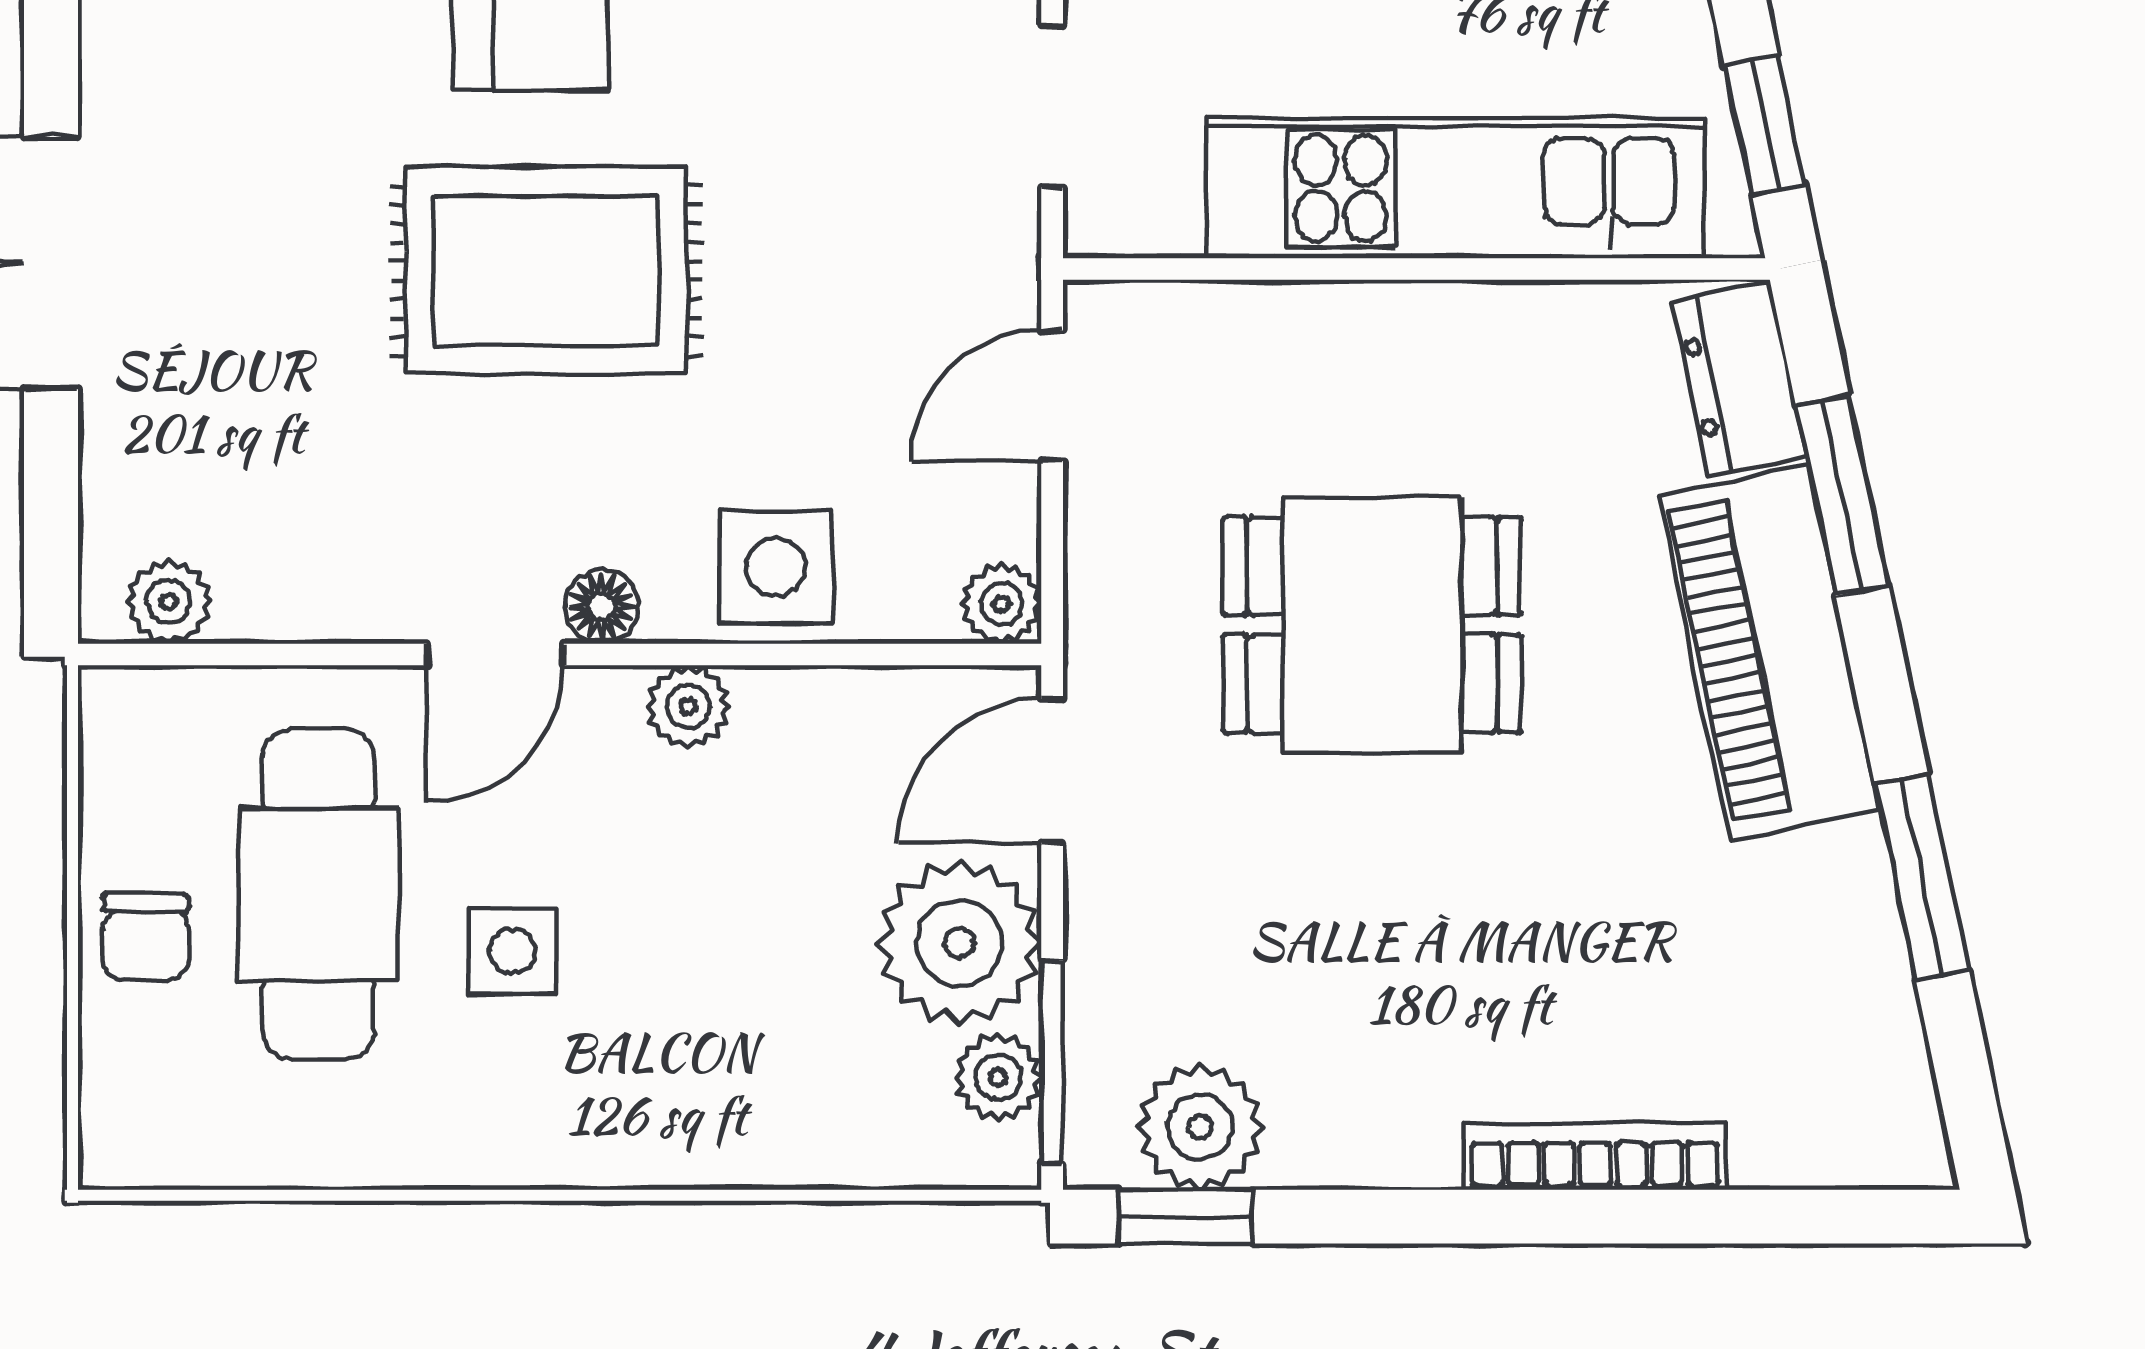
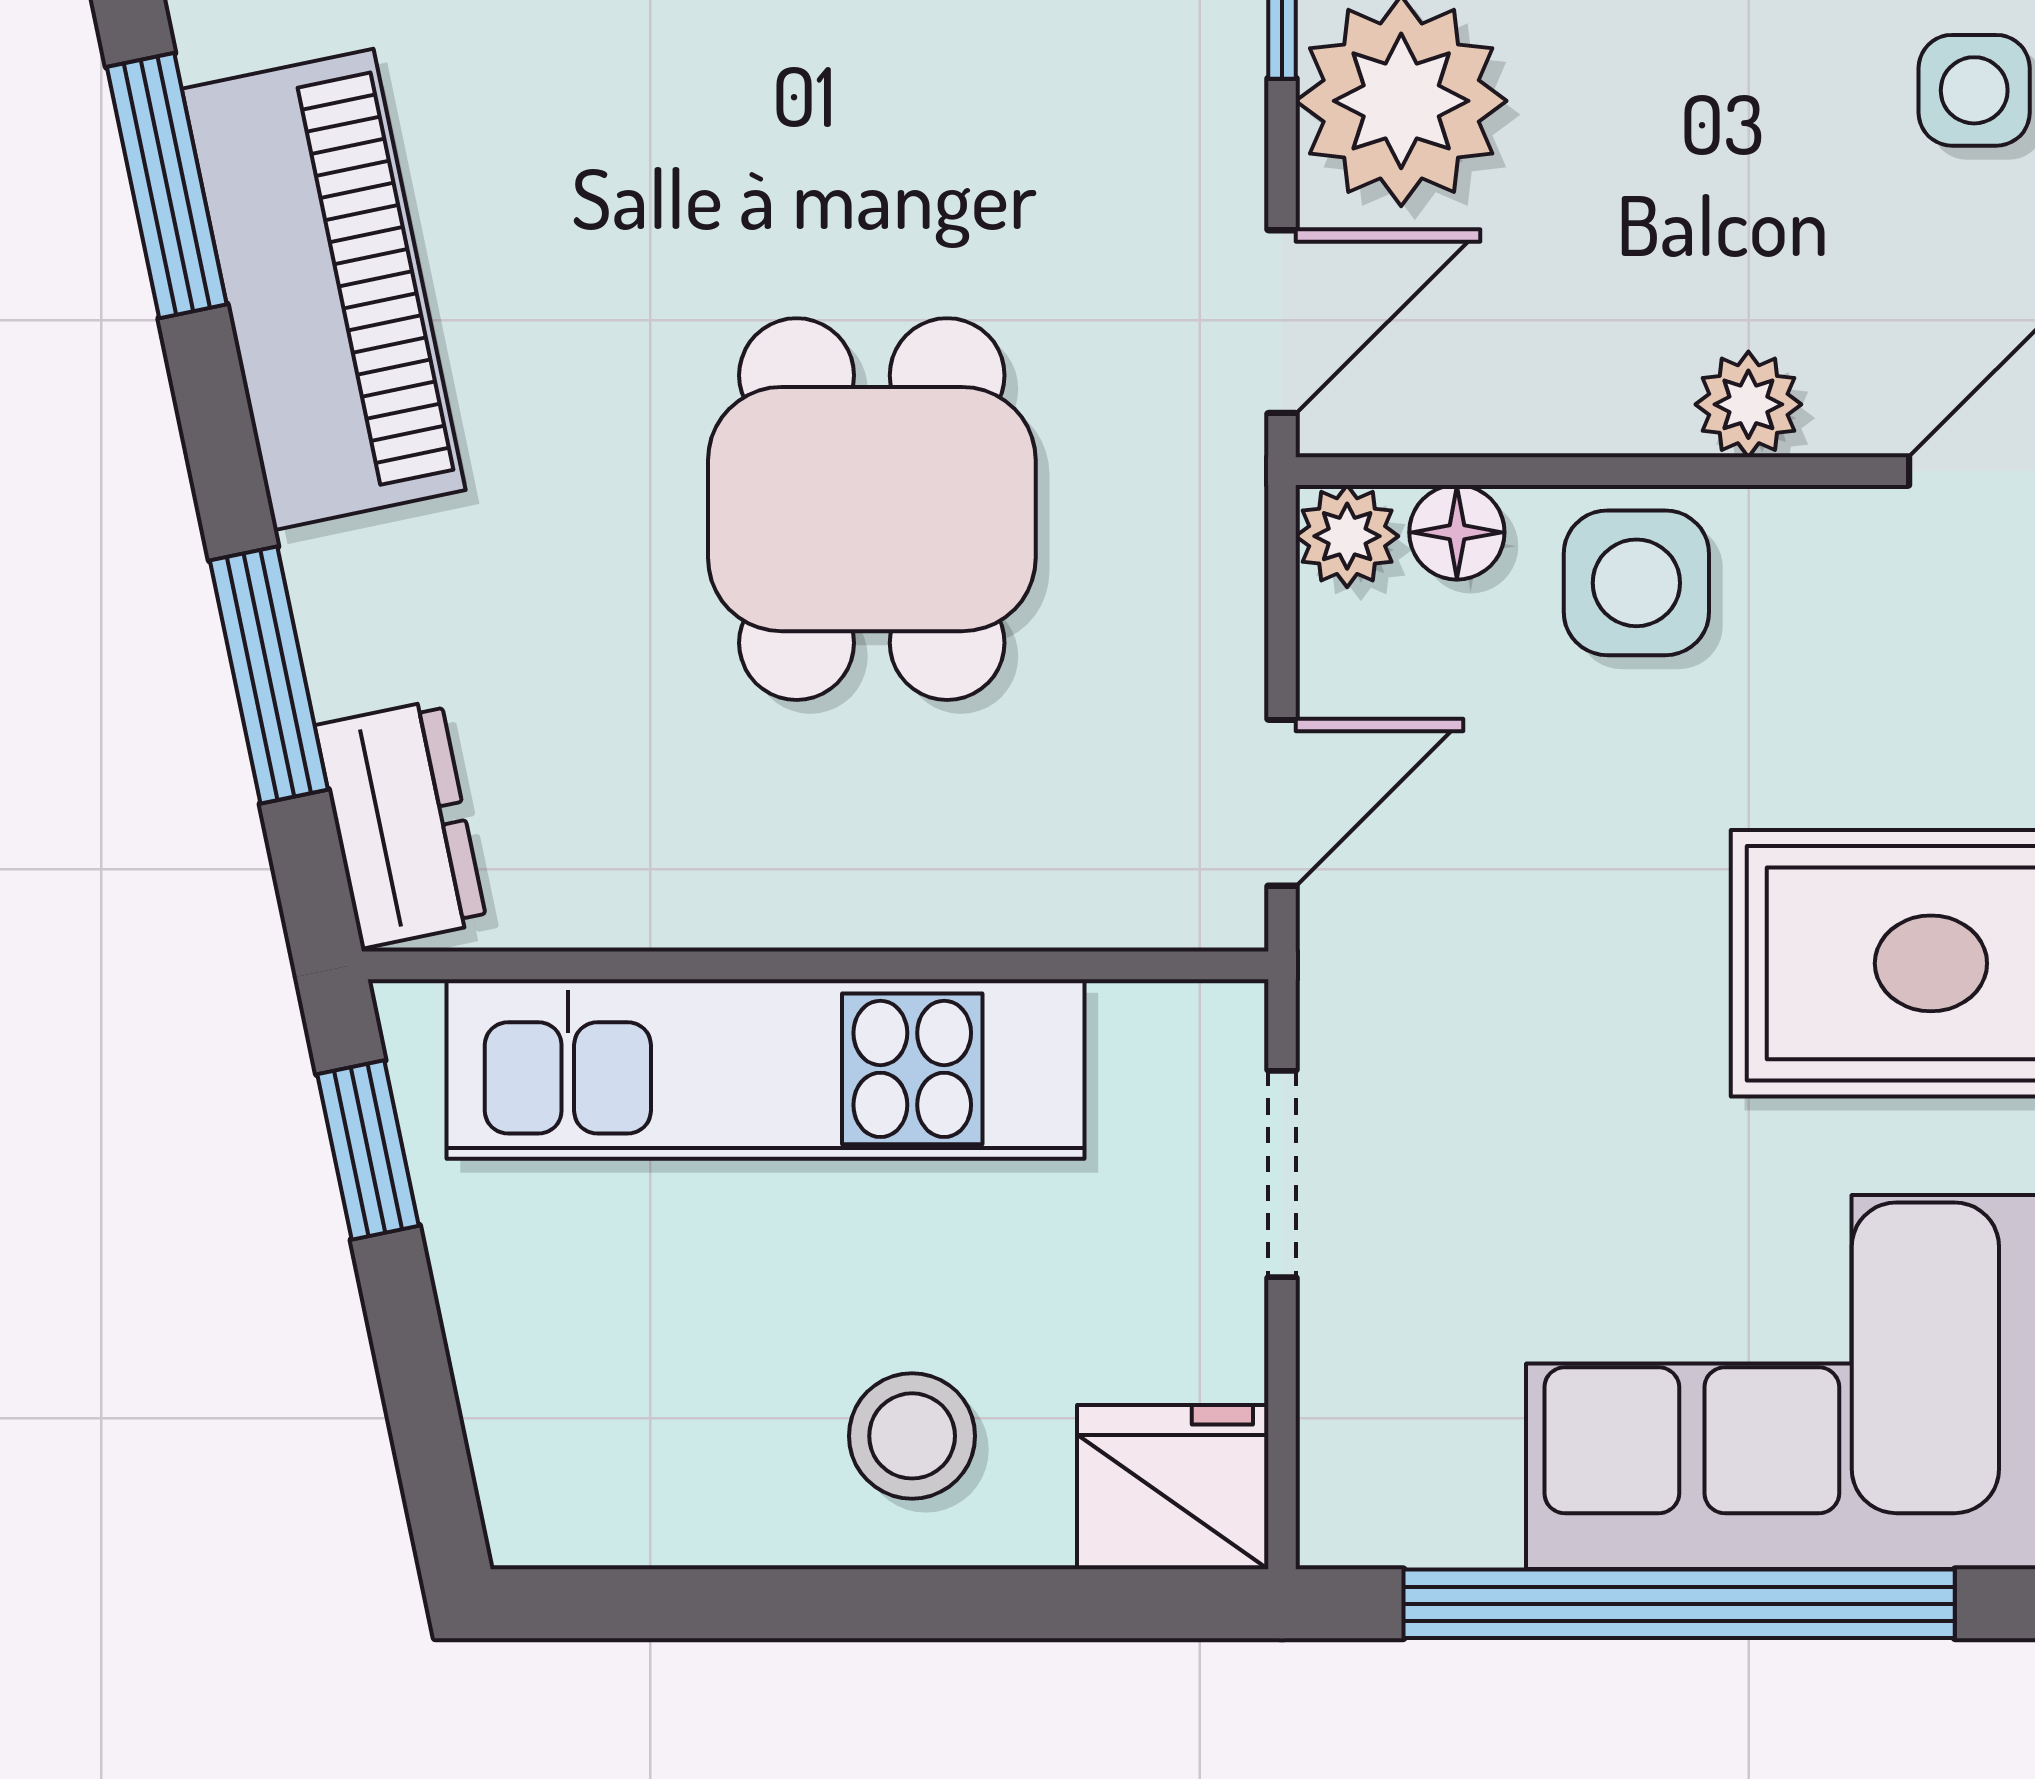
floor lamp: (602, 607) -> (1457, 532), moved
dining table: (1372, 625) -> (872, 509), turned 90
piano: (1770, 652) -> (324, 289), moved

